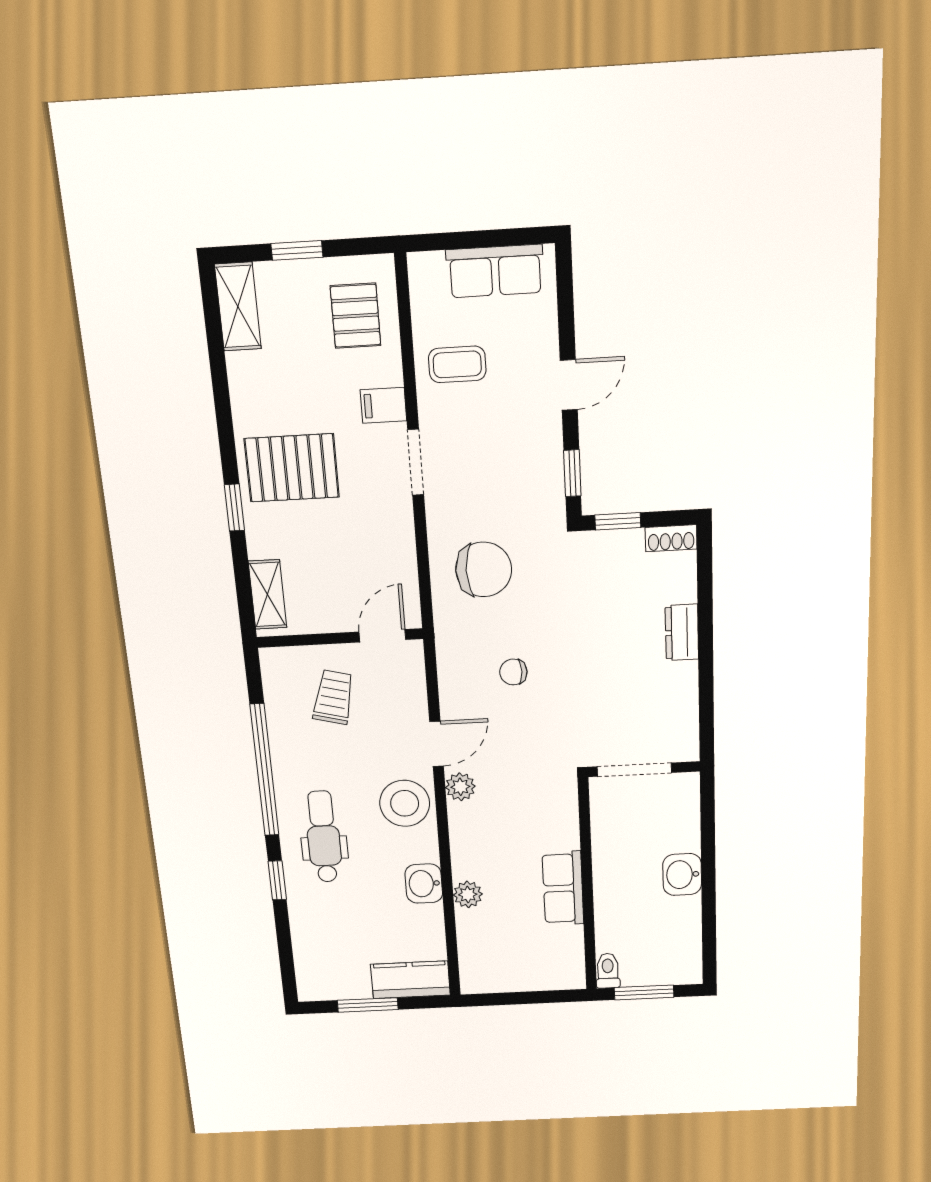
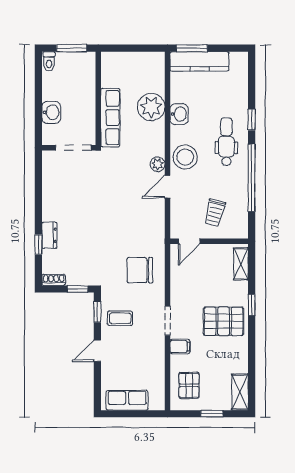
coffee table: (457, 364) -> (120, 318), moved
window: (705, 612) -> (38, 244), added
chair: (513, 672) -> (129, 220), removed
wall: (644, 769) -> (69, 148), moved
doorway: (634, 770) -> (73, 148), moved
dental chair: (324, 837) -> (226, 142), turned 180
row of seats: (563, 888) -> (110, 117), width x1.48
plant: (468, 894) -> (151, 107), width x1.87, depth x1.87
toilet: (608, 971) -> (49, 61), moved
kitchen counter: (410, 980) -> (199, 61), width x1.50
window: (368, 1005) -> (192, 48), moved

